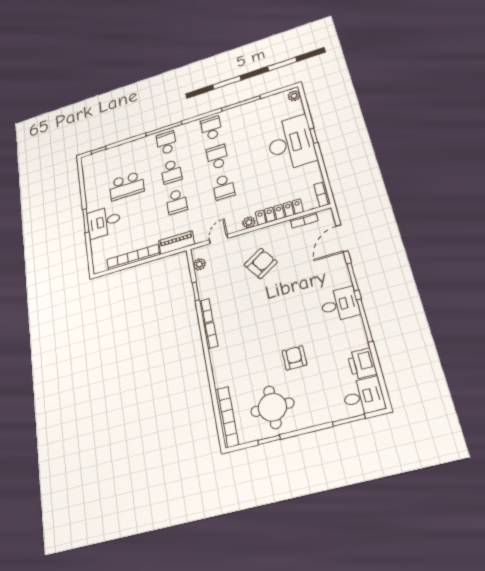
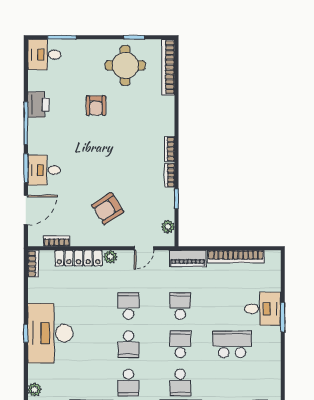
desk: (340, 304) -> (44, 170), moved
printer: (362, 364) -> (38, 105), moved

